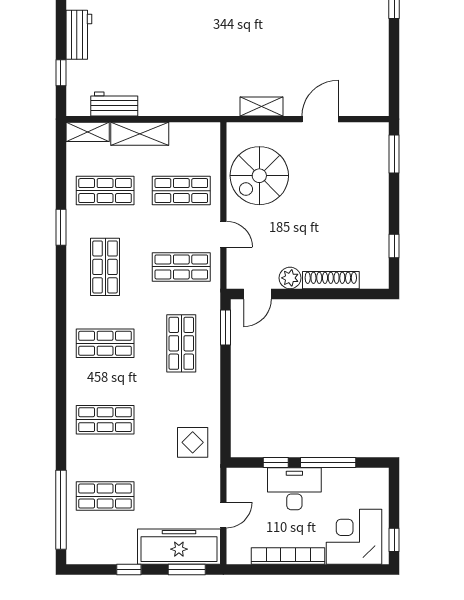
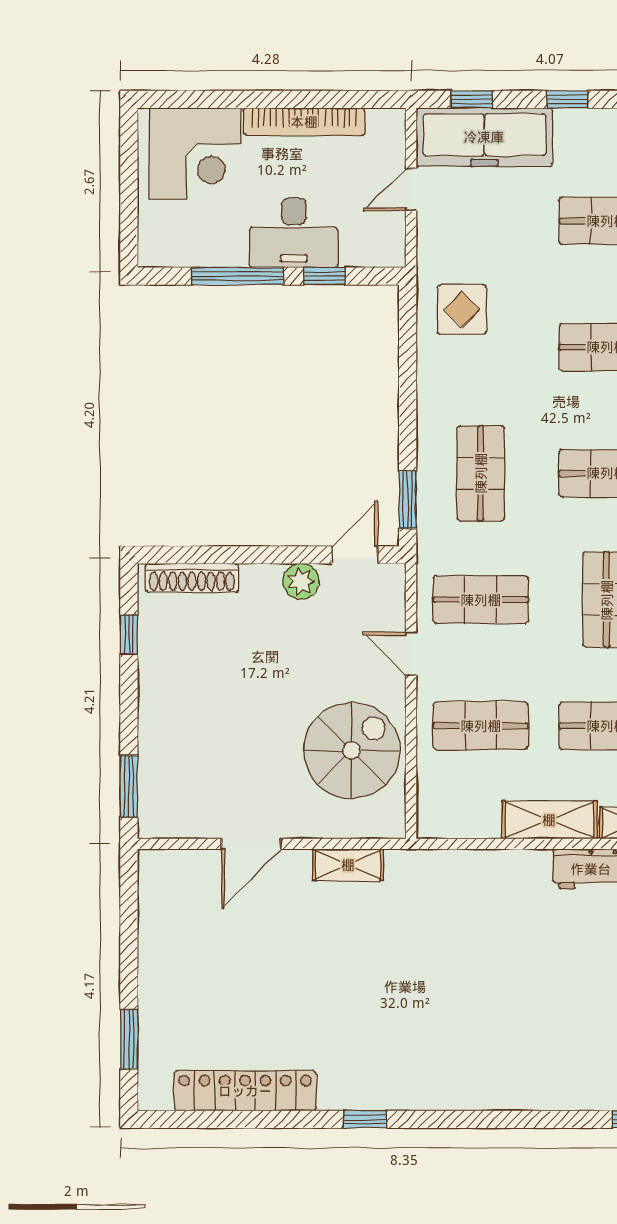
shoe rack: (331, 280) -> (192, 578), moved
window: (394, 540) -> (129, 148), removed
window: (187, 570) -> (472, 99), width x0.67

